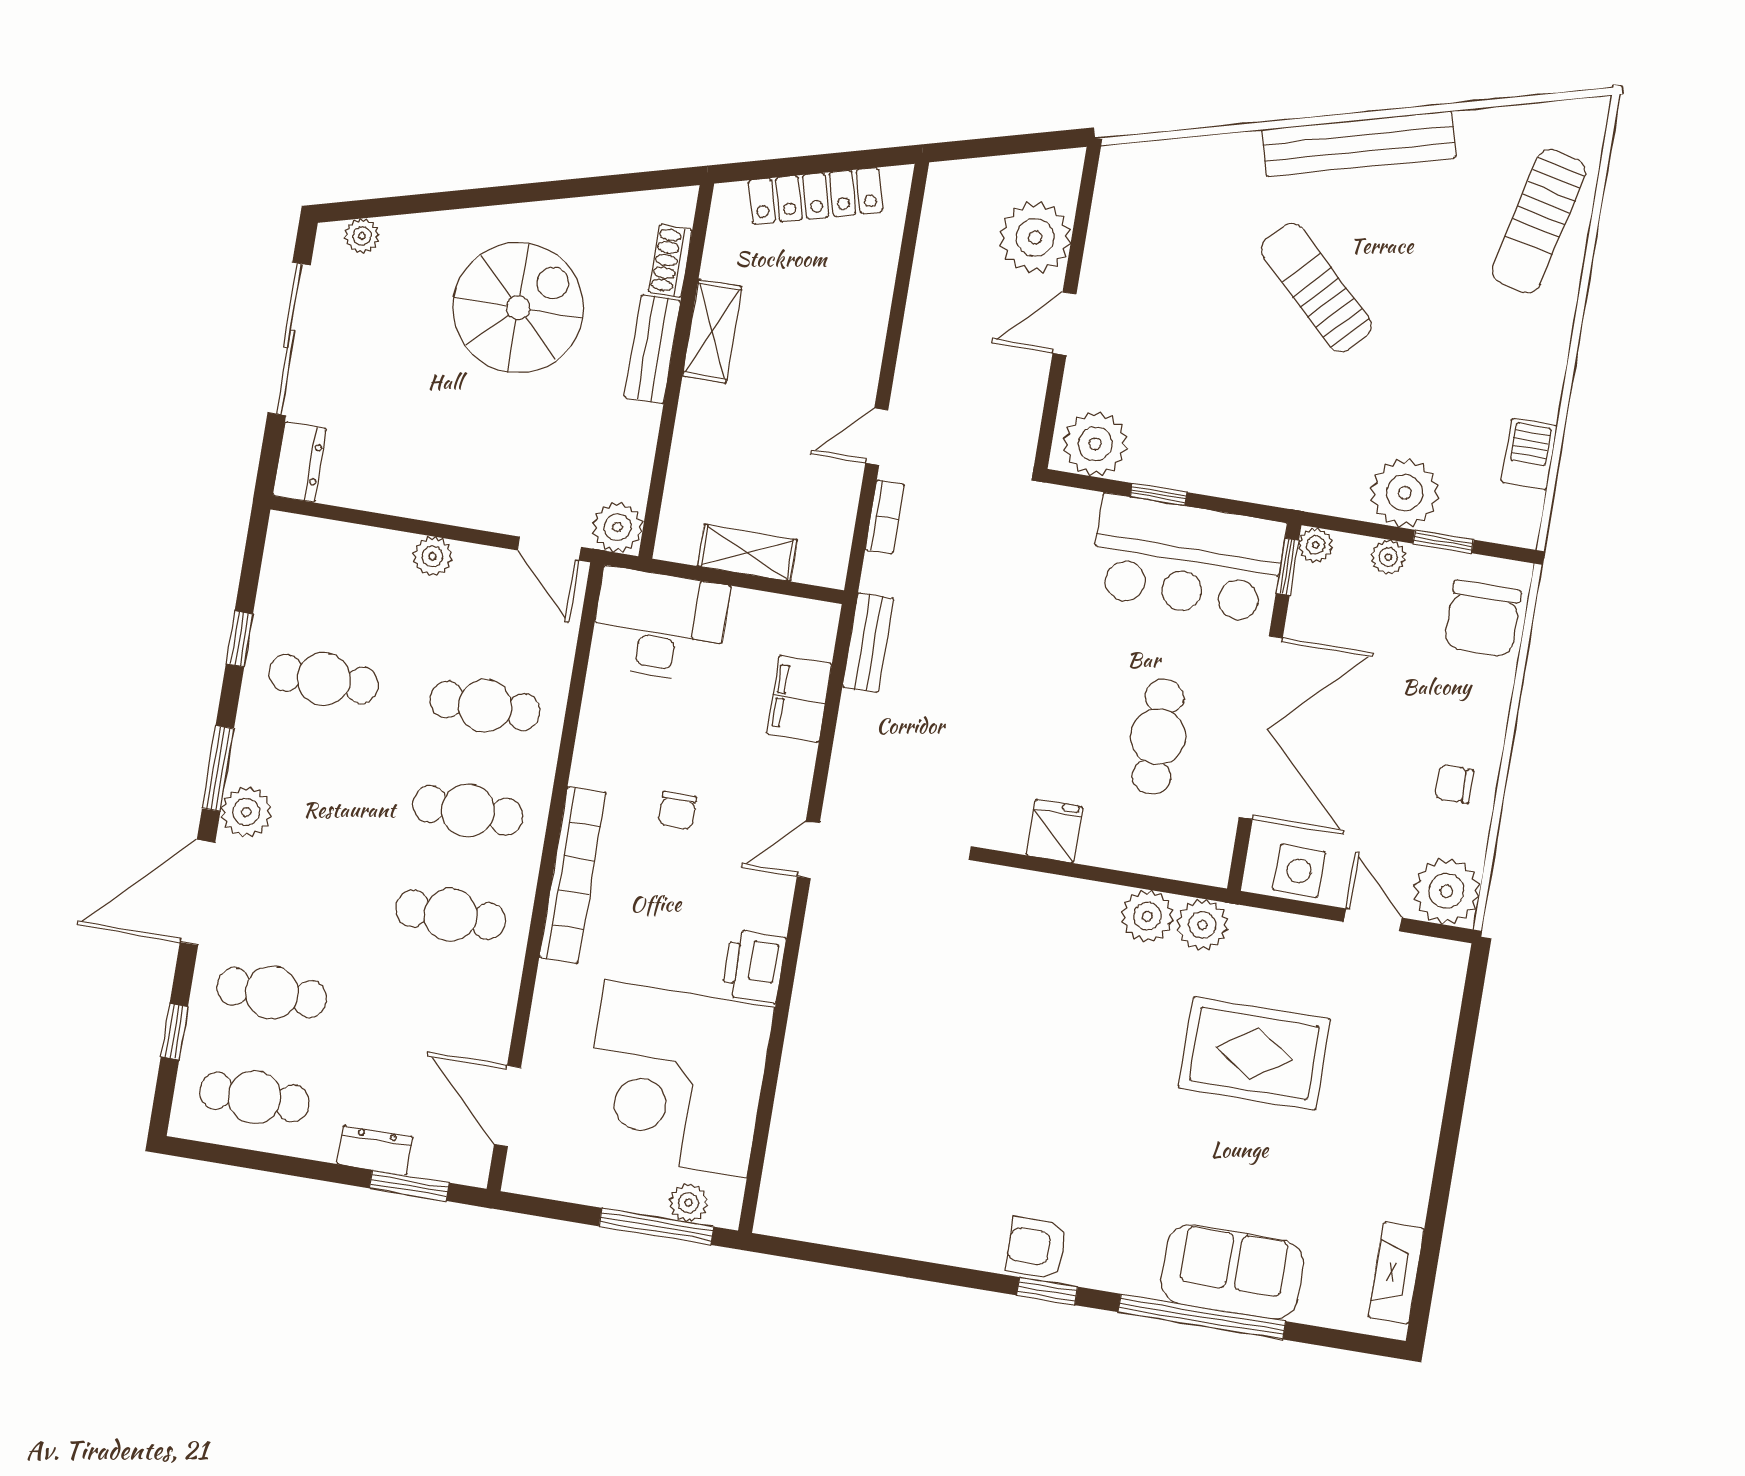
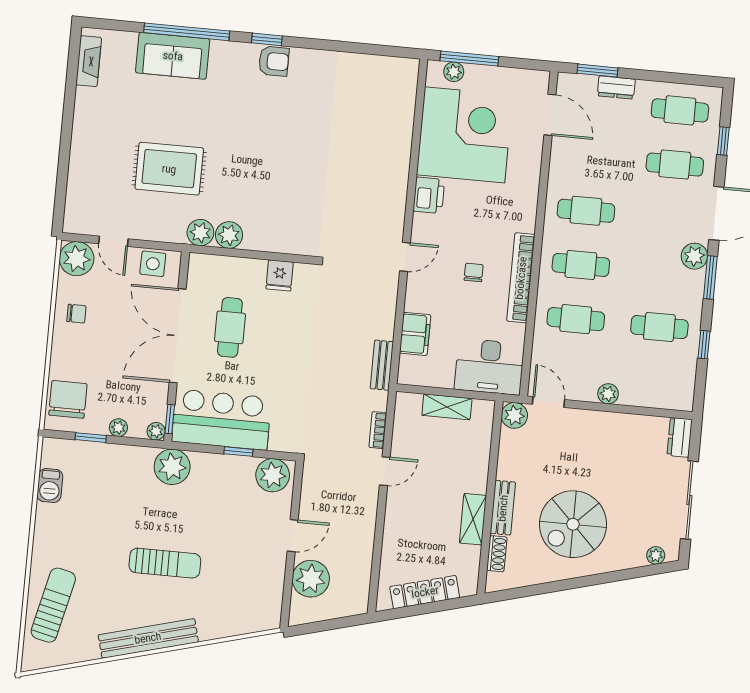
sun lounger: (1316, 288) -> (165, 563), turned -44
plant: (1405, 493) -> (172, 467), moved
bookcase: (573, 875) -> (521, 278), moved

